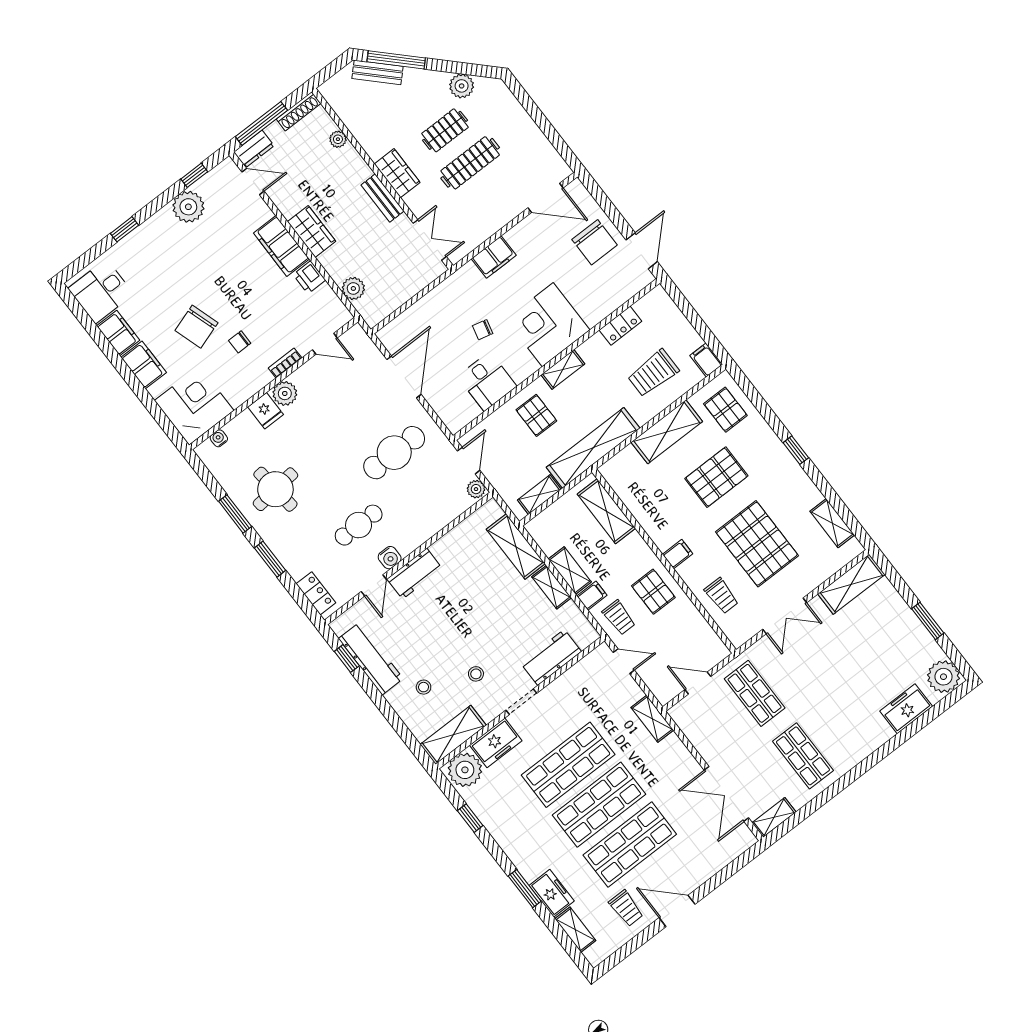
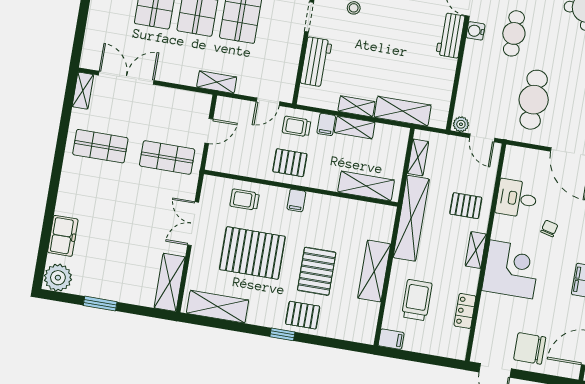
pallet: (725, 410) -> (303, 315), moved
shelving: (832, 523) -> (218, 307), width x1.50, depth x1.33

